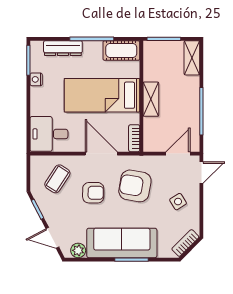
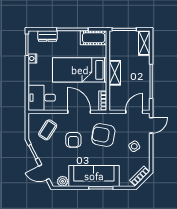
dresser: (63, 48) -> (47, 36), width x0.70
armchair: (93, 193) -> (73, 140), turned 89

